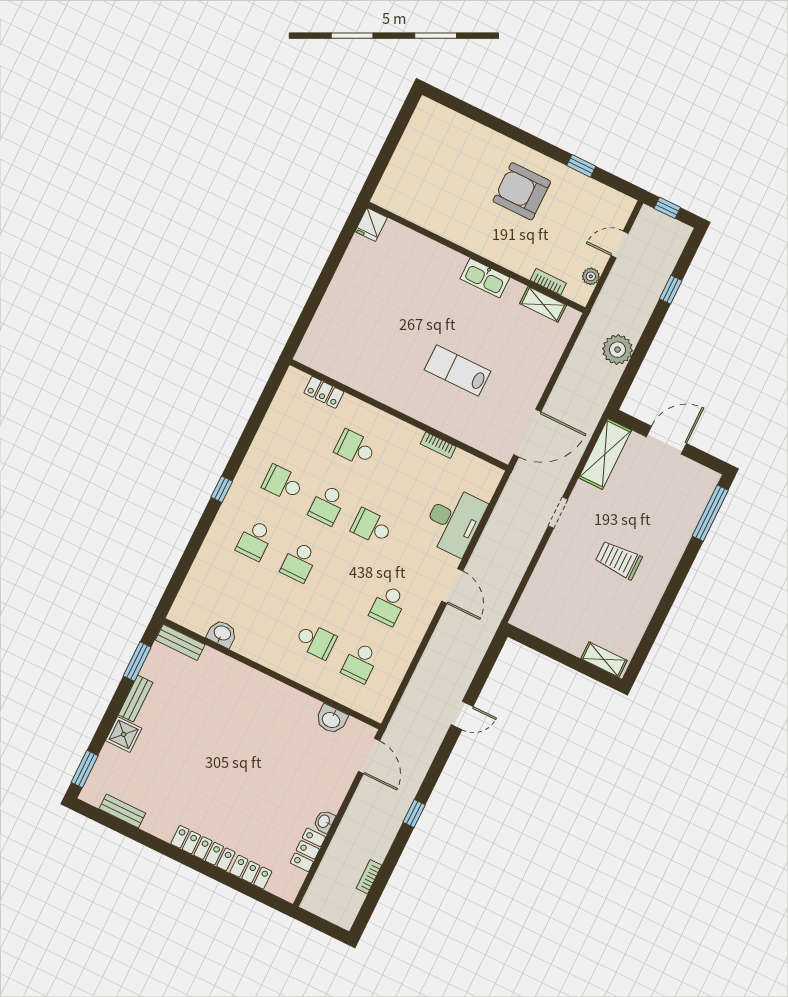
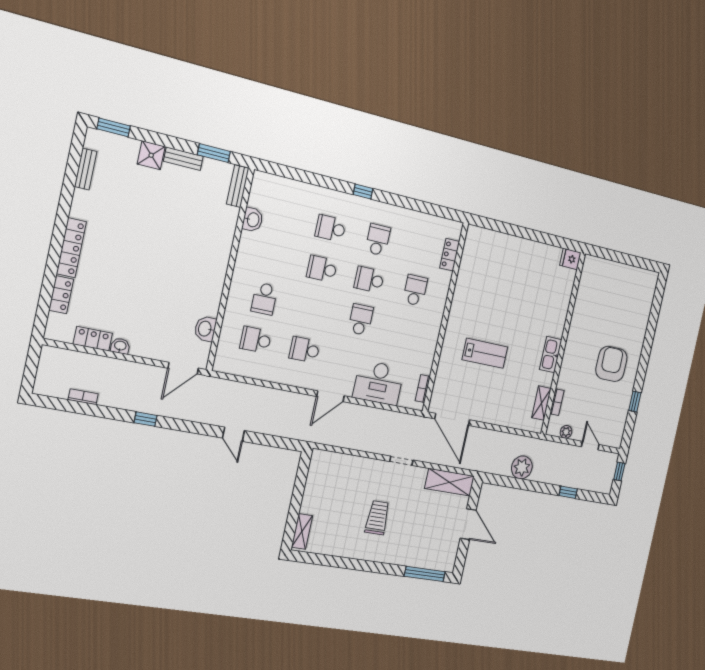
lab bench: (458, 371) -> (485, 353), turned 90
bookcase: (438, 445) -> (423, 389), moved

